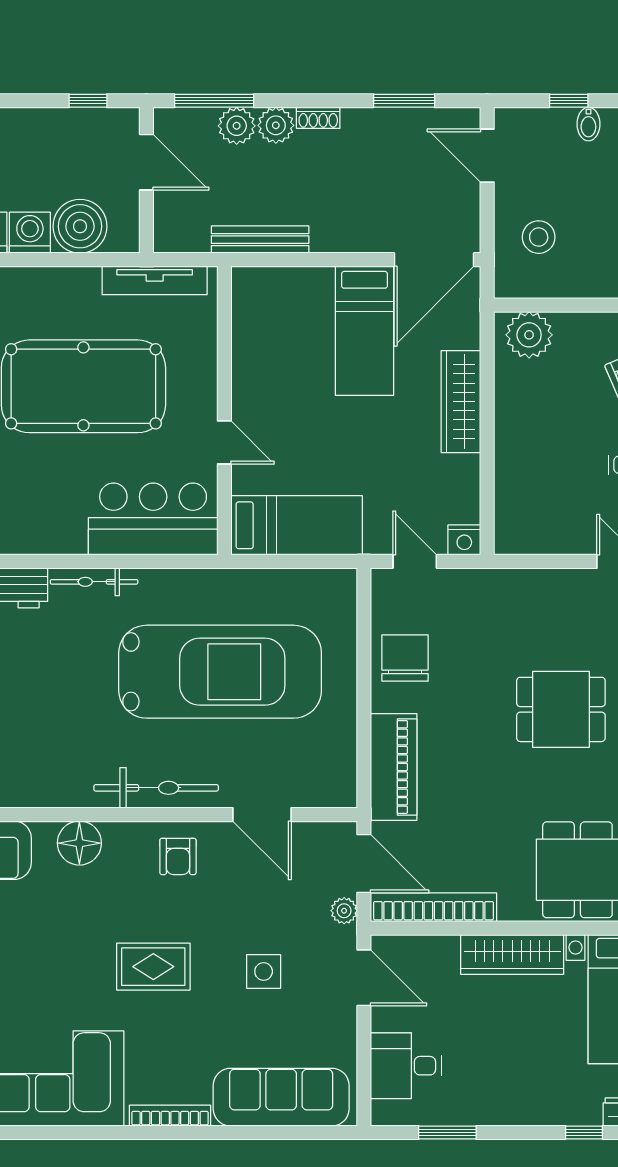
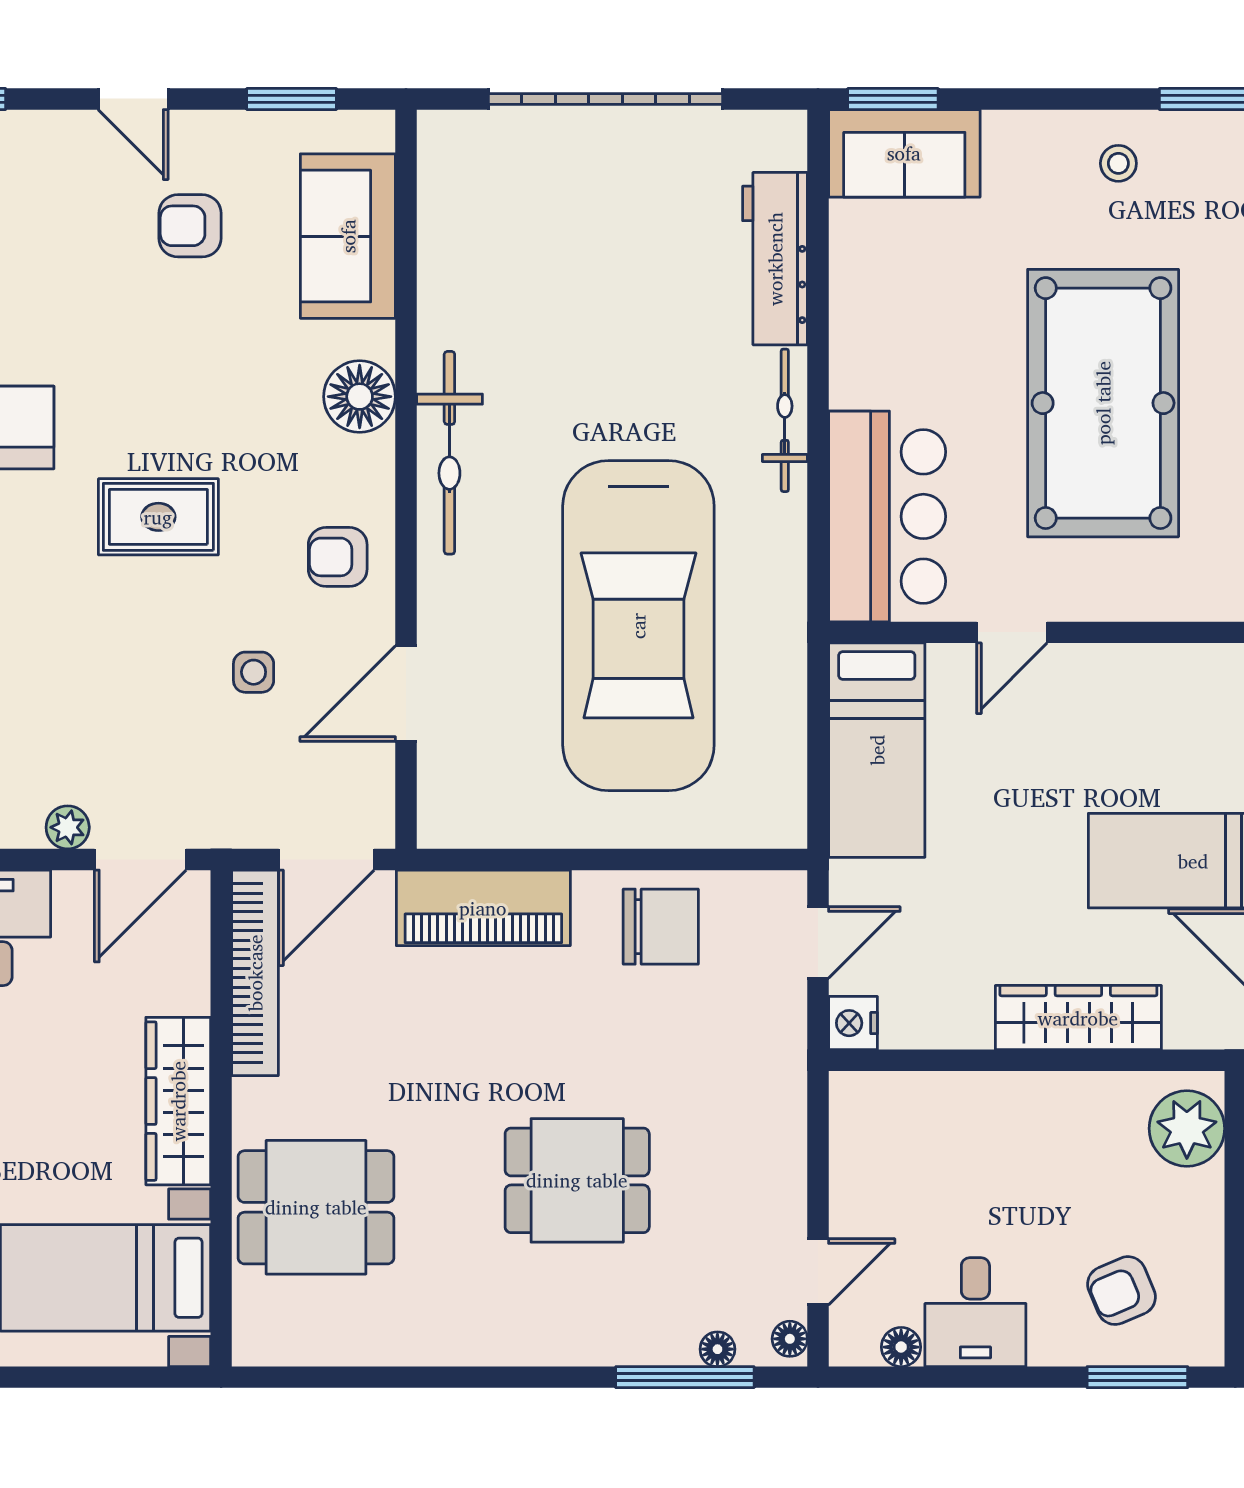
dining table: (561, 709) -> (577, 1180), turned 90
bicycle: (156, 788) -> (449, 453), moved
plant: (344, 911) -> (68, 827), moved
rug: (153, 967) -> (158, 517), turned 90
side table: (264, 971) -> (254, 672), moved, width x0.73, depth x0.73

